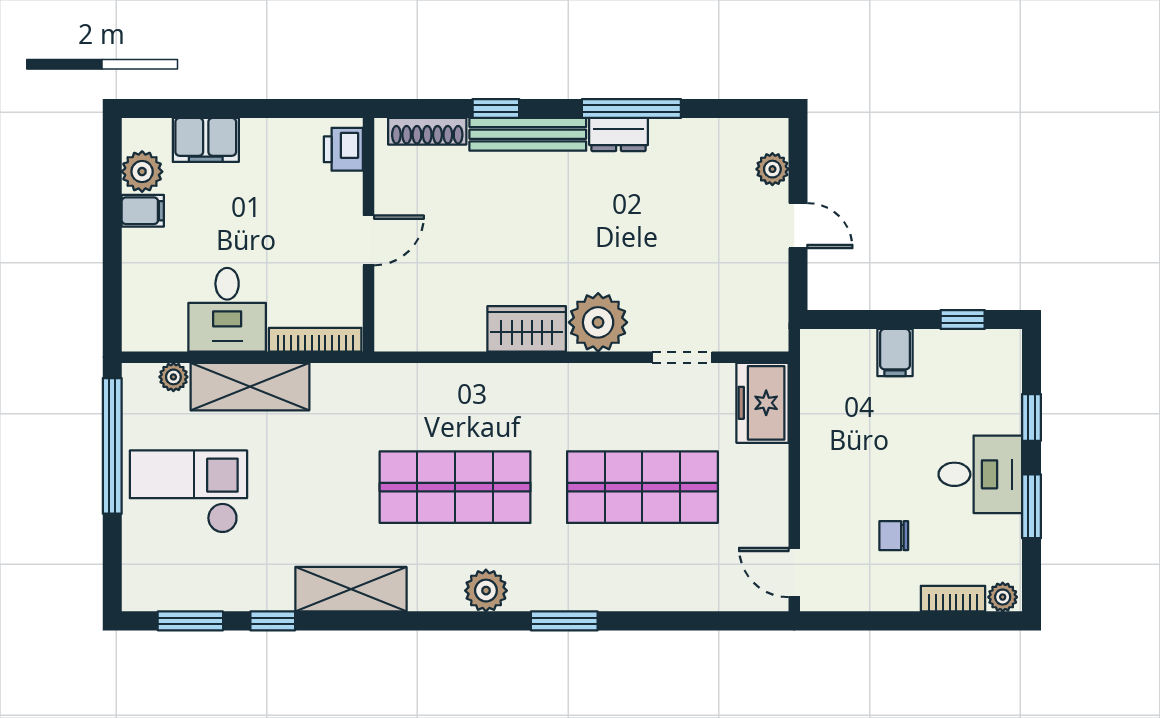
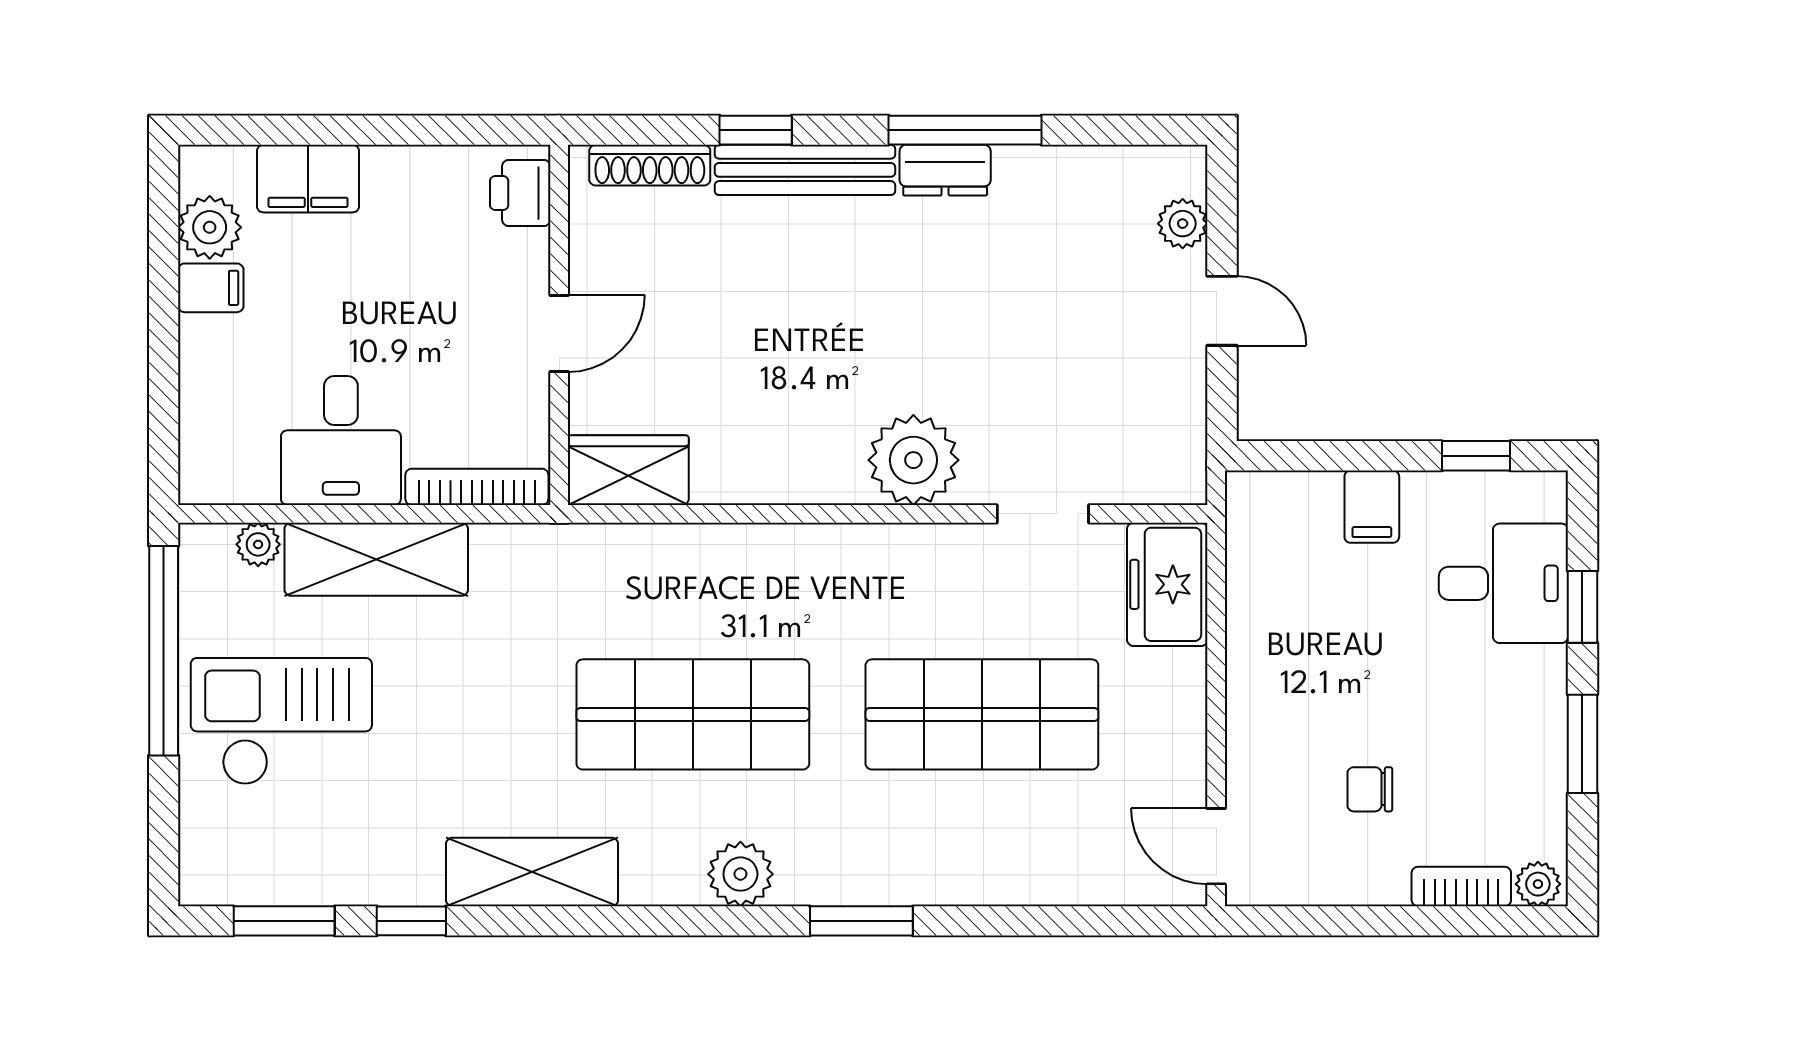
wardrobe: (527, 329) -> (628, 470), moved
desk: (980, 474) -> (1503, 583), moved

